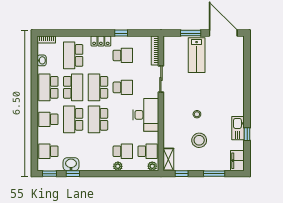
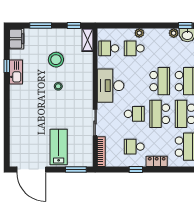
window: (191, 33) -> (76, 170), moved
school desk: (98, 87) -> (160, 114), turned 180
school desk: (123, 87) -> (134, 114), turned 180
plant: (152, 166) -> (174, 33), moved

